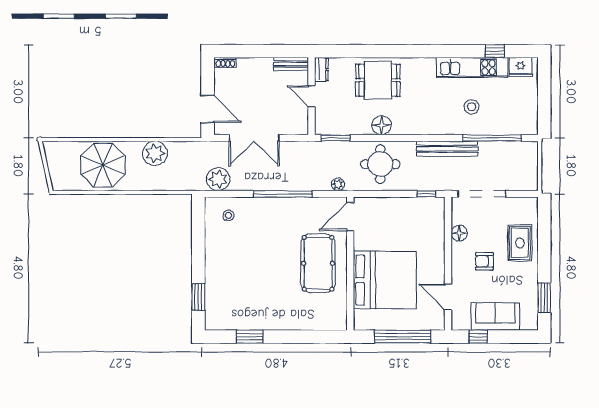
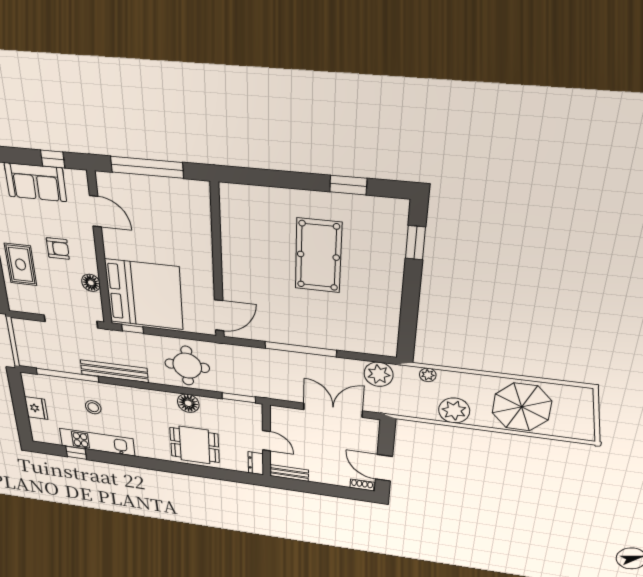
fridge: (521, 67) -> (36, 408), moved, turned 90
door: (208, 109) -> (384, 468), moved
plant: (338, 184) -> (428, 375), moved
stool: (228, 215) -> (368, 334), removed
pool table: (318, 263) -> (318, 256), moved
bed: (385, 280) -> (144, 294), moved, turned 180

